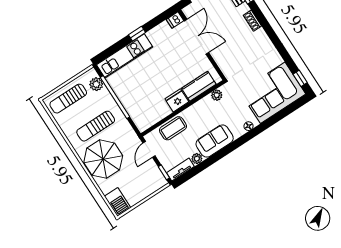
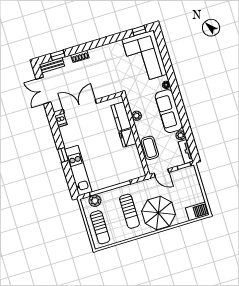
plant: (217, 95) -> (137, 116), moved
sofa: (215, 141) -> (169, 111), width x1.36

